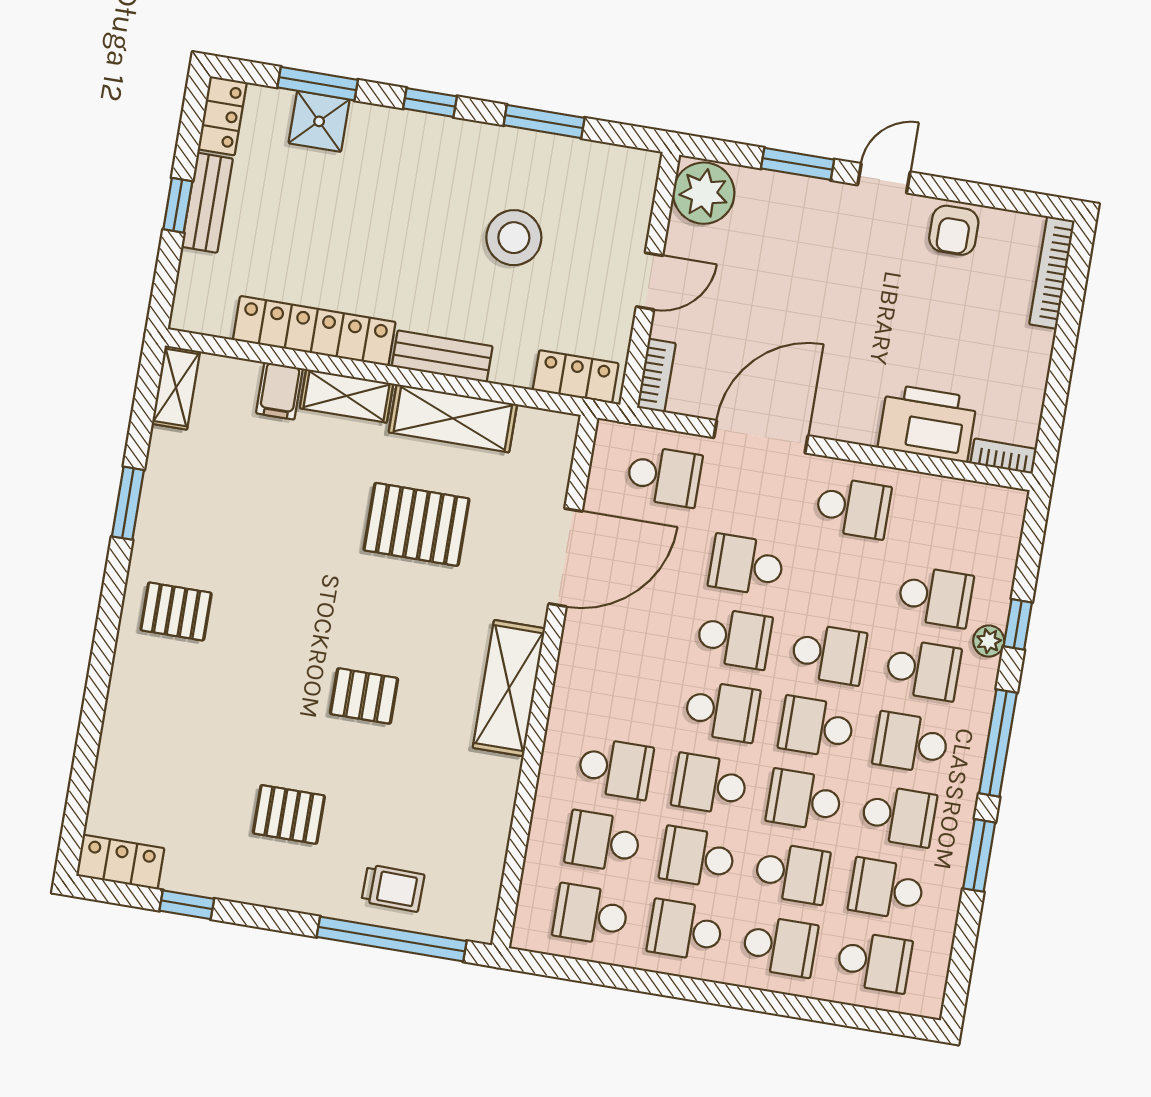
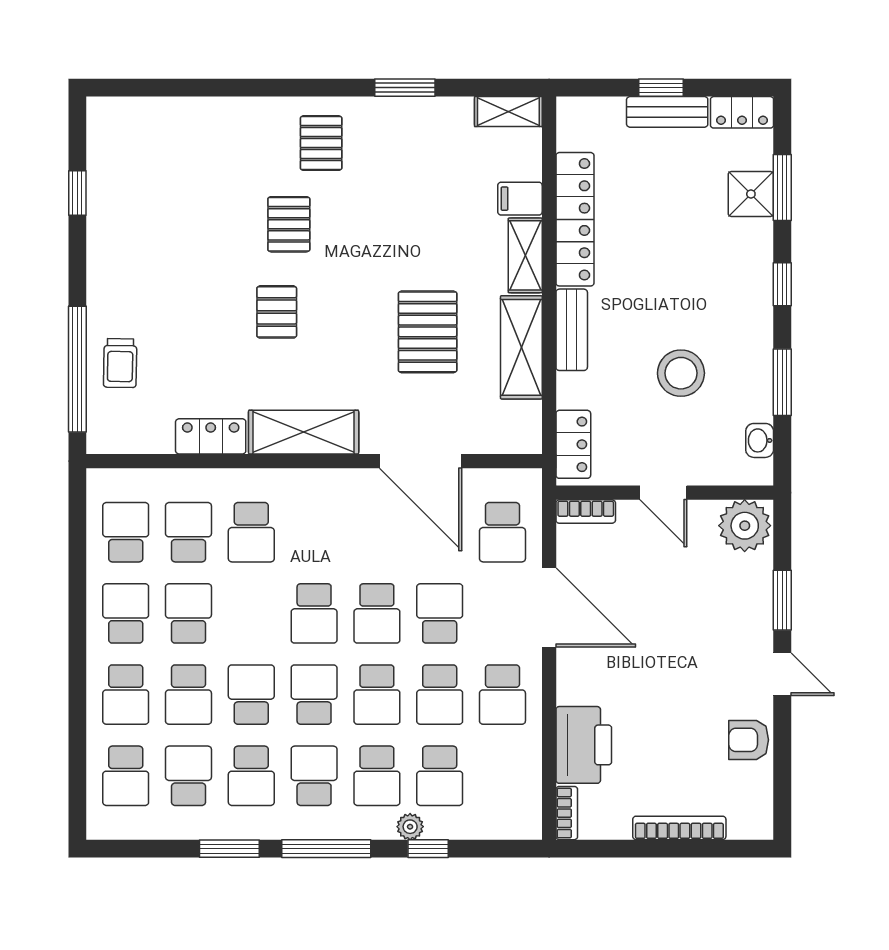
washbasin: (607, 159) -> (760, 440), added
bookcase: (1052, 273) -> (679, 828), moved
school desk: (710, 784) -> (440, 695), moved, turned 180
pallet: (289, 814) -> (289, 224), moved
locker: (120, 862) -> (211, 436), moved, turned -90

